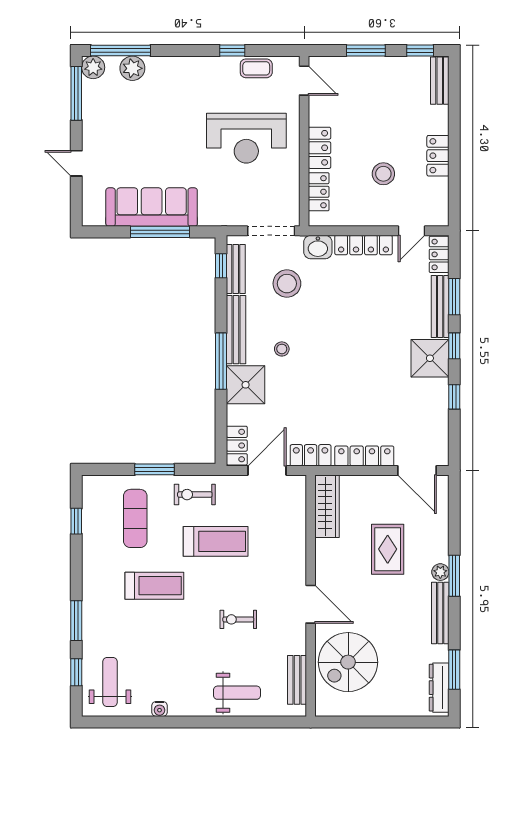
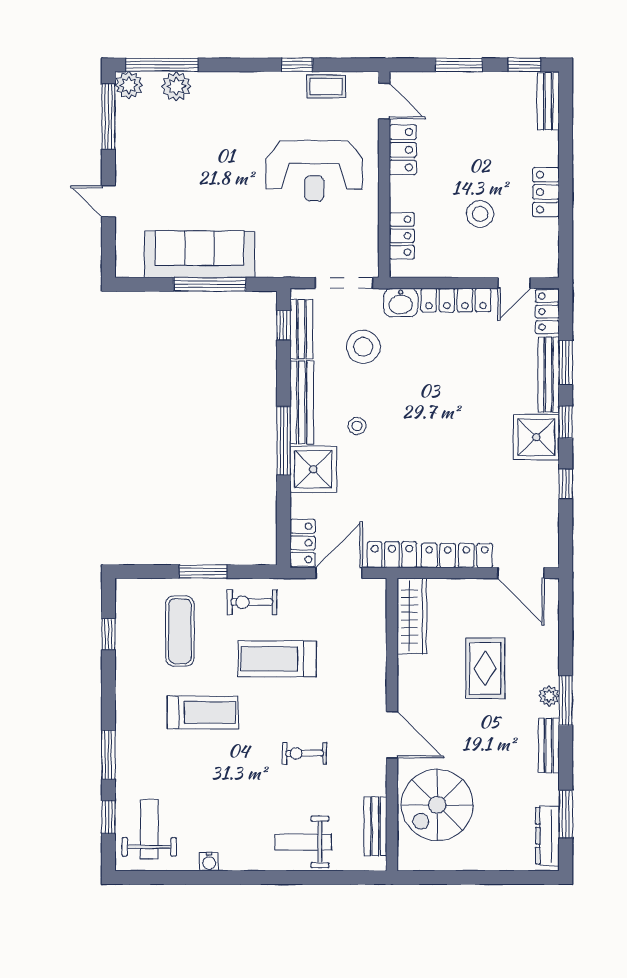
locker: (320, 148) -> (403, 150), moved
treadmill: (216, 541) -> (277, 659), turned 180
bench: (440, 613) -> (549, 746), width x0.73
weight bench: (237, 693) -> (303, 842), turned 180

